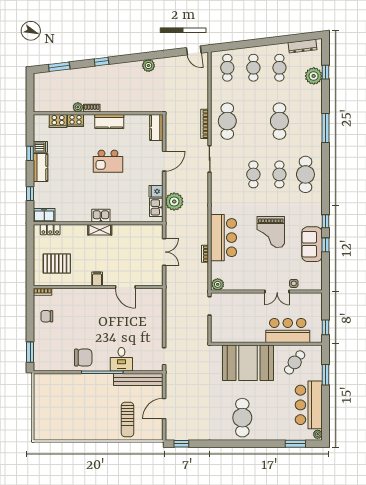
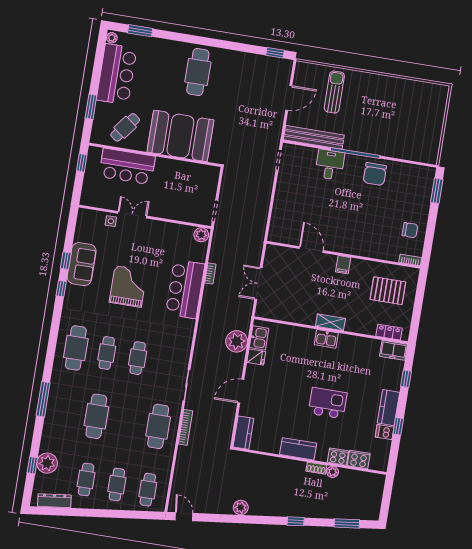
kitchen island: (108, 161) -> (328, 403), moved
chair: (83, 358) -> (375, 174), turned -90

